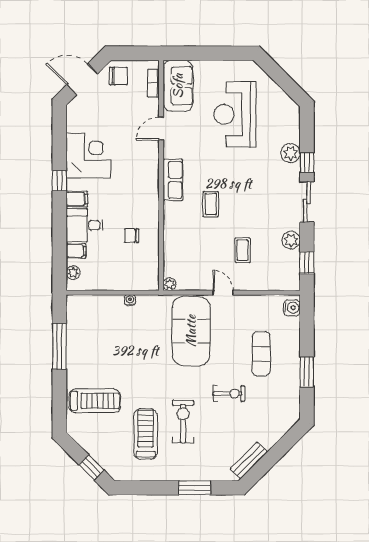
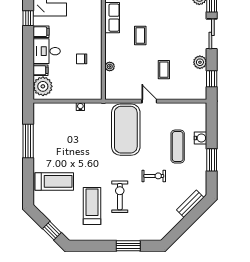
plant: (73, 273) -> (43, 86), width x1.88, depth x1.88
plant: (169, 284) -> (110, 67), moved
water cooler: (292, 308) -> (200, 138), moved
bench: (249, 461) -> (190, 204), moved

